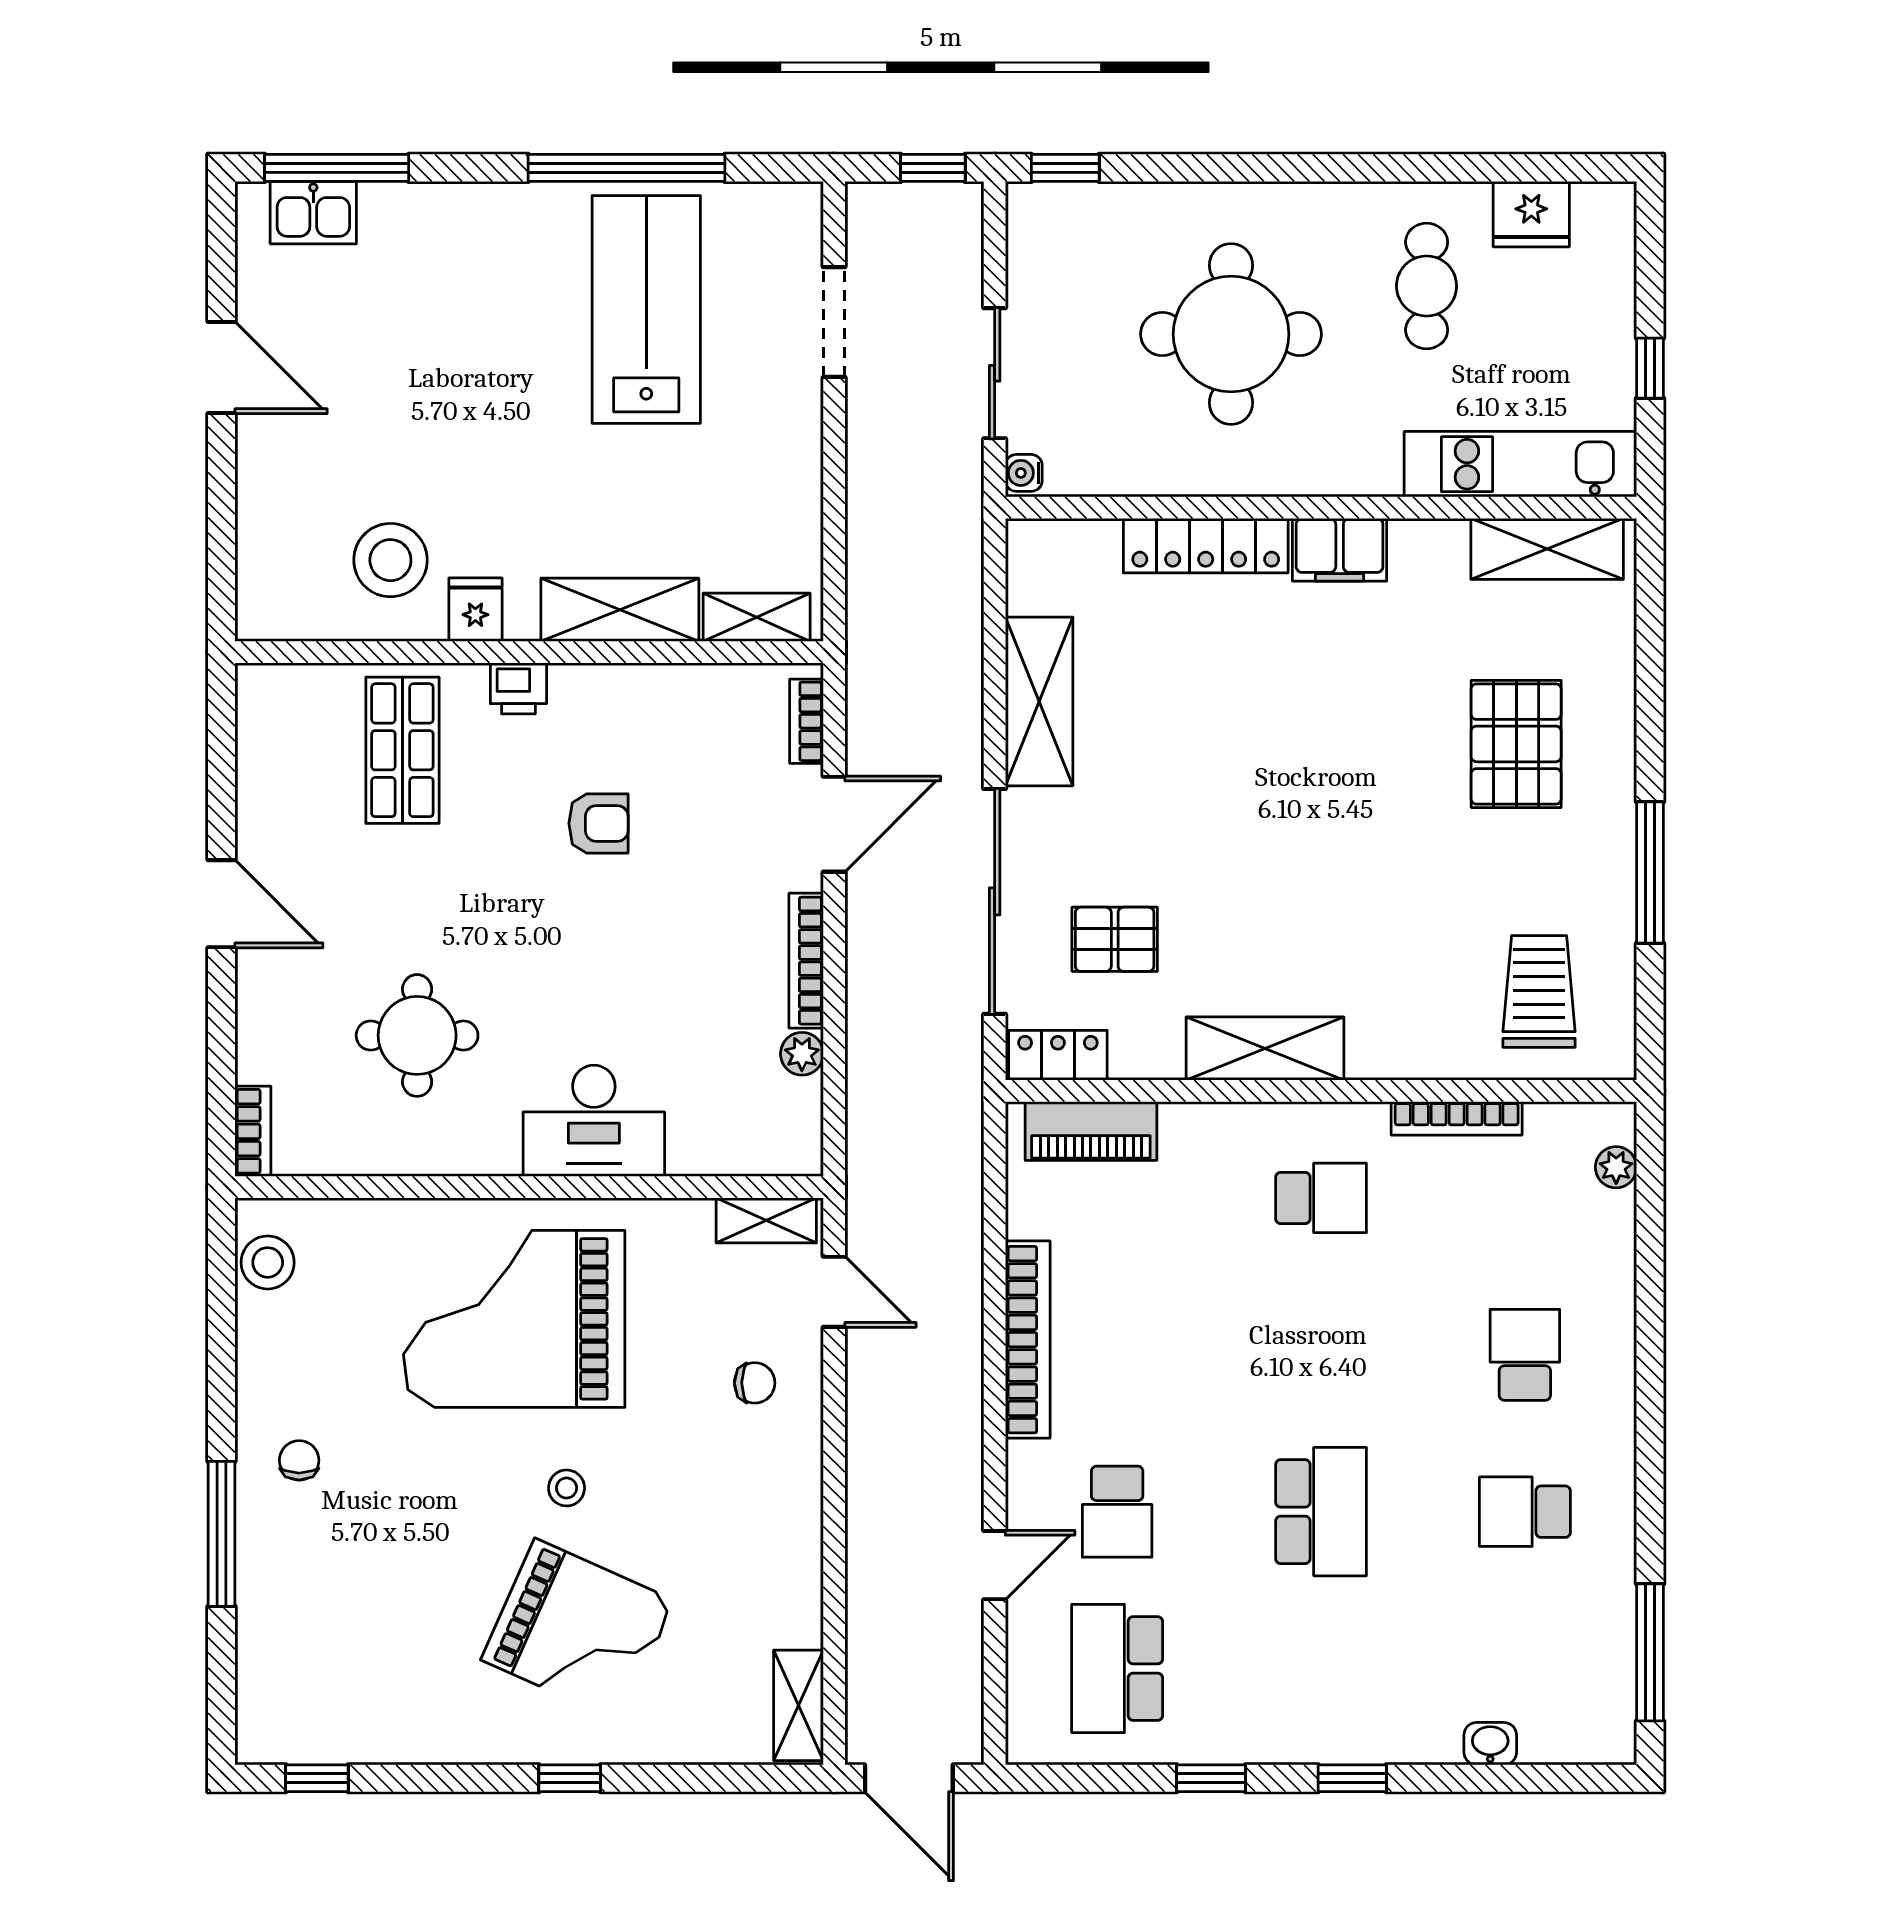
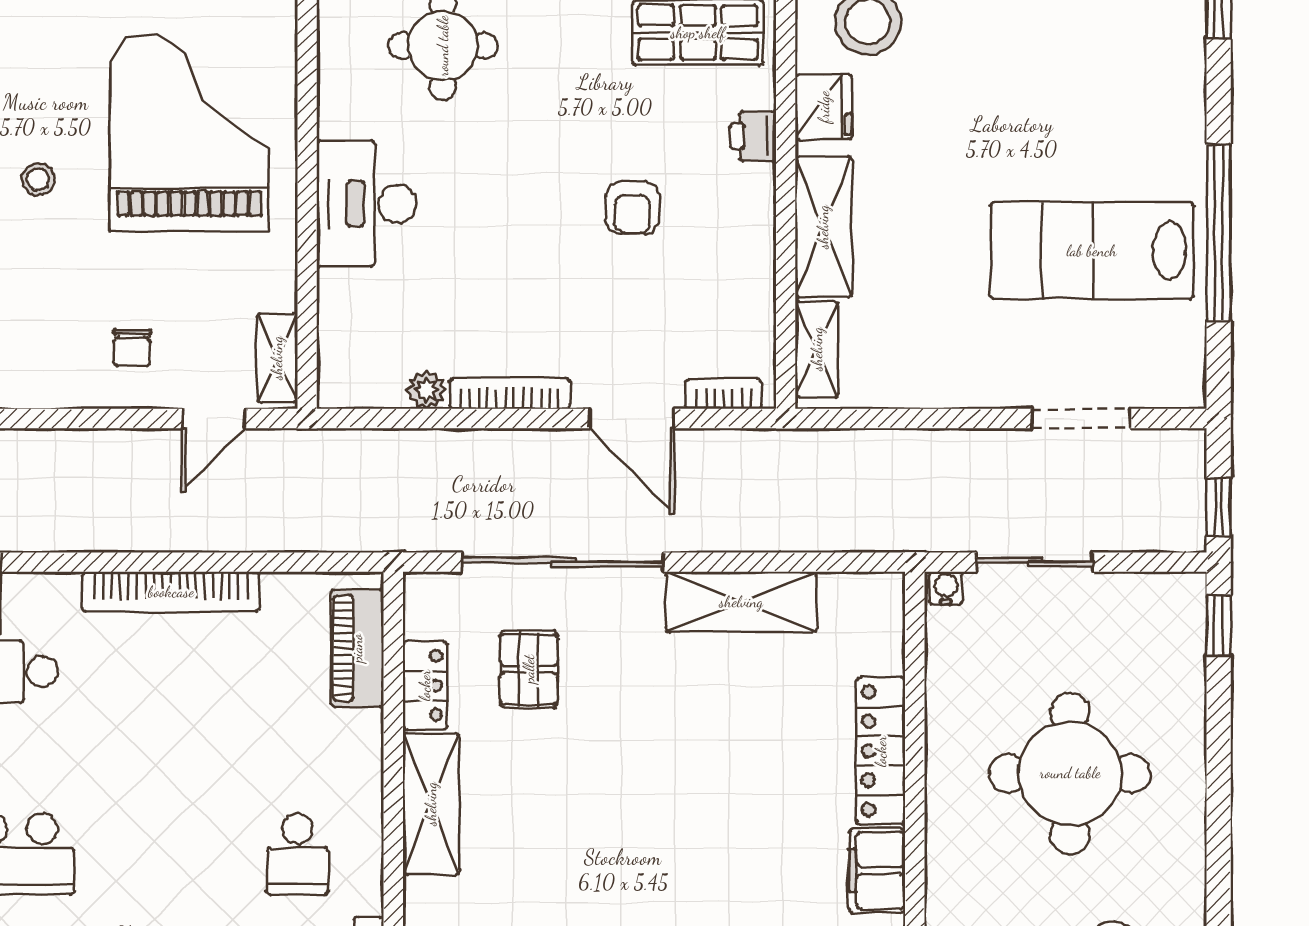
lab bench: (646, 309) -> (1092, 251), turned 180
fridge: (475, 610) -> (824, 107), width x1.38
locker: (1058, 1055) -> (425, 685), moved

